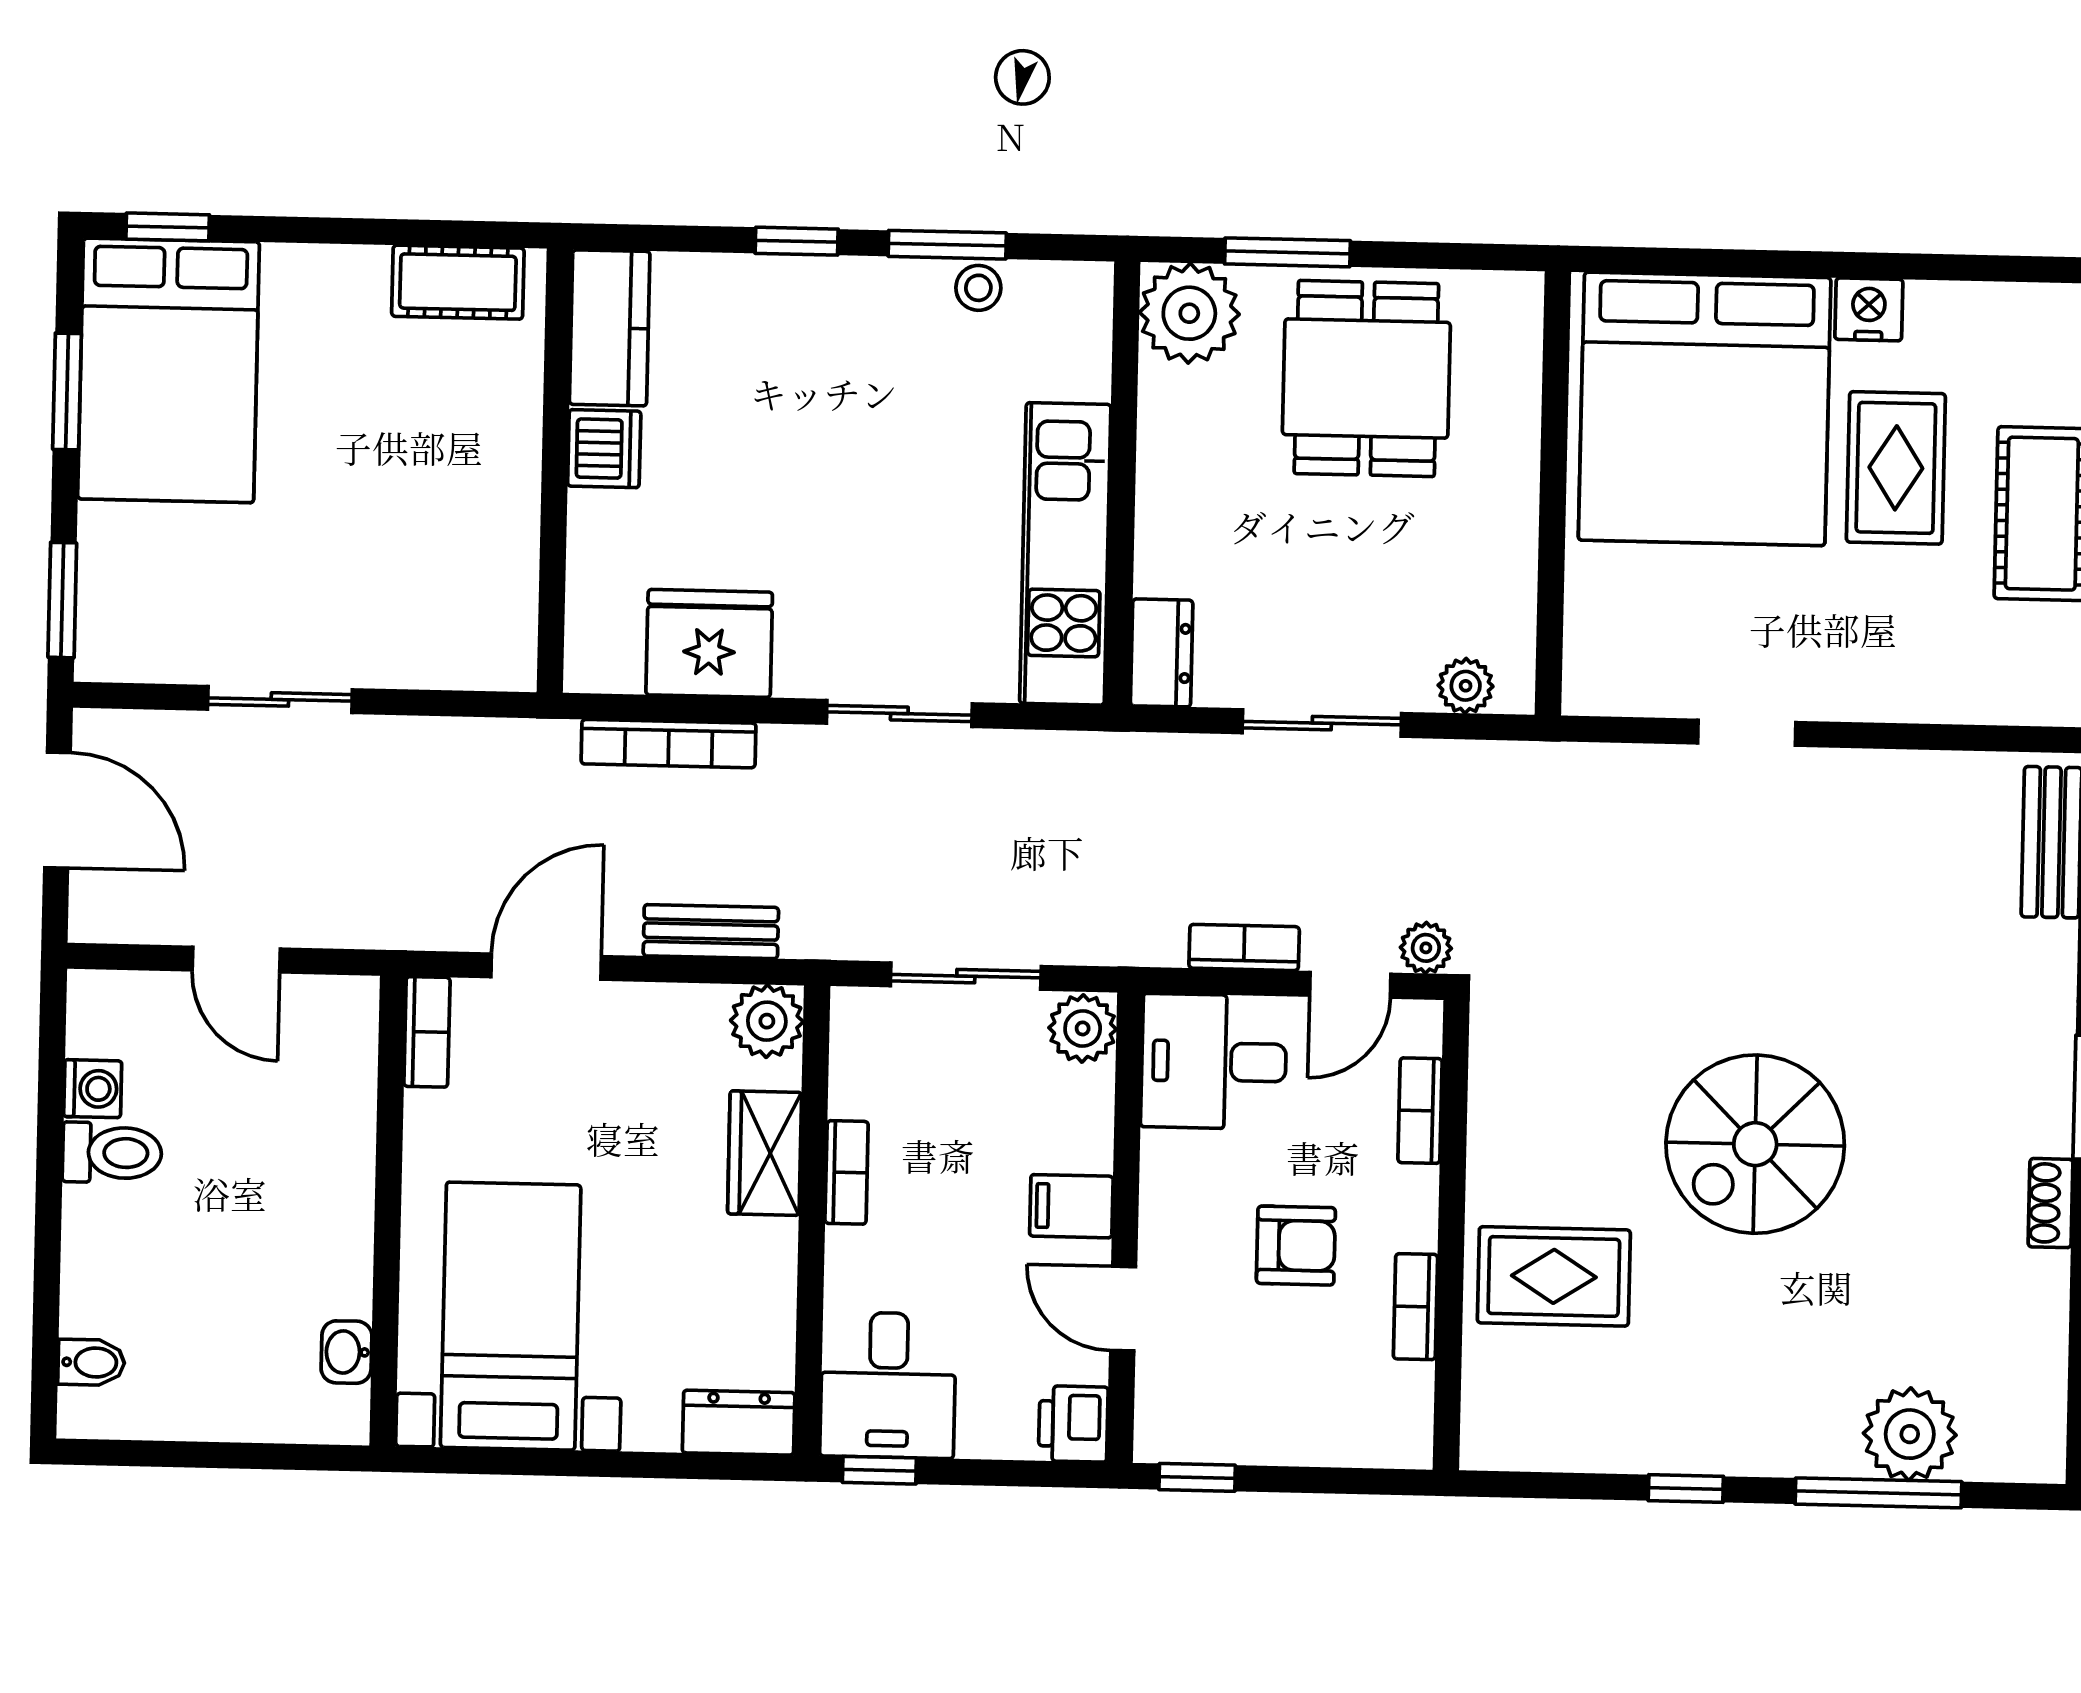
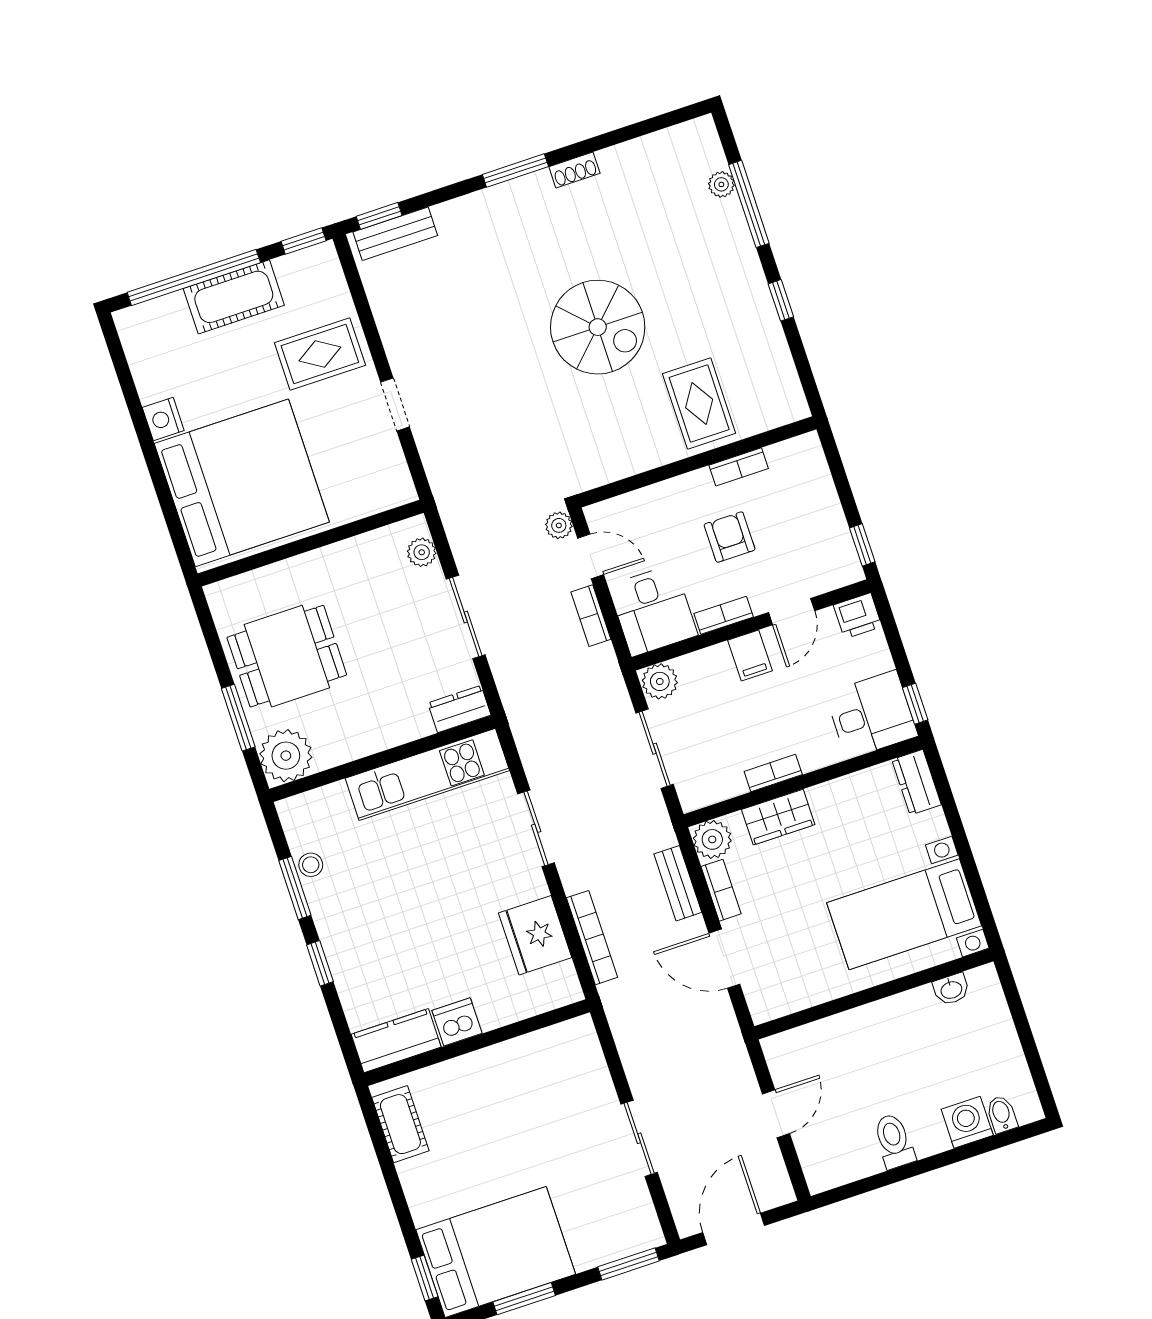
rug: (1896, 468) -> (320, 354), moved
bookcase: (427, 1032) -> (721, 890), moved, turned 90
washing machine: (93, 1089) -> (967, 1122), moved, width x1.38, depth x1.38
bookcase: (1420, 1111) -> (724, 615), moved, turned 180
plant: (1910, 1434) -> (721, 184), width x0.53, depth x0.53

